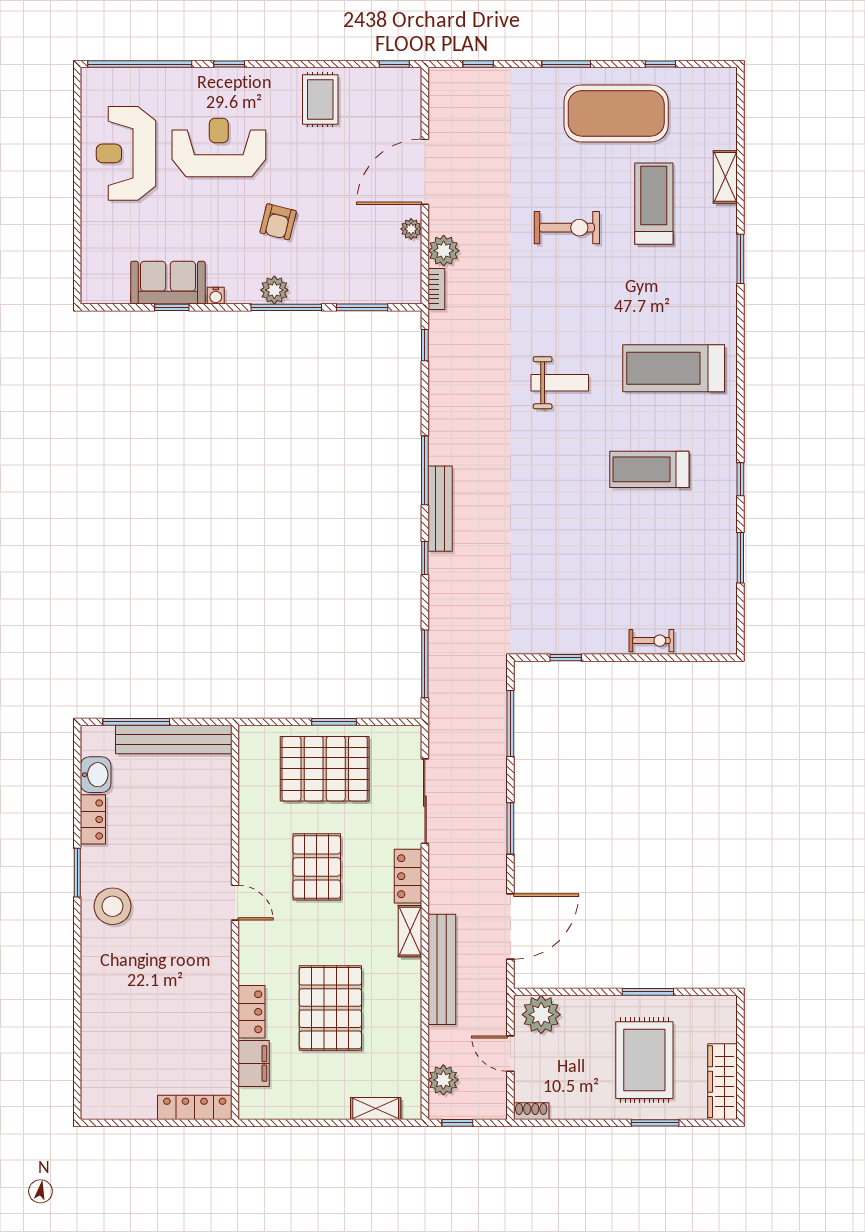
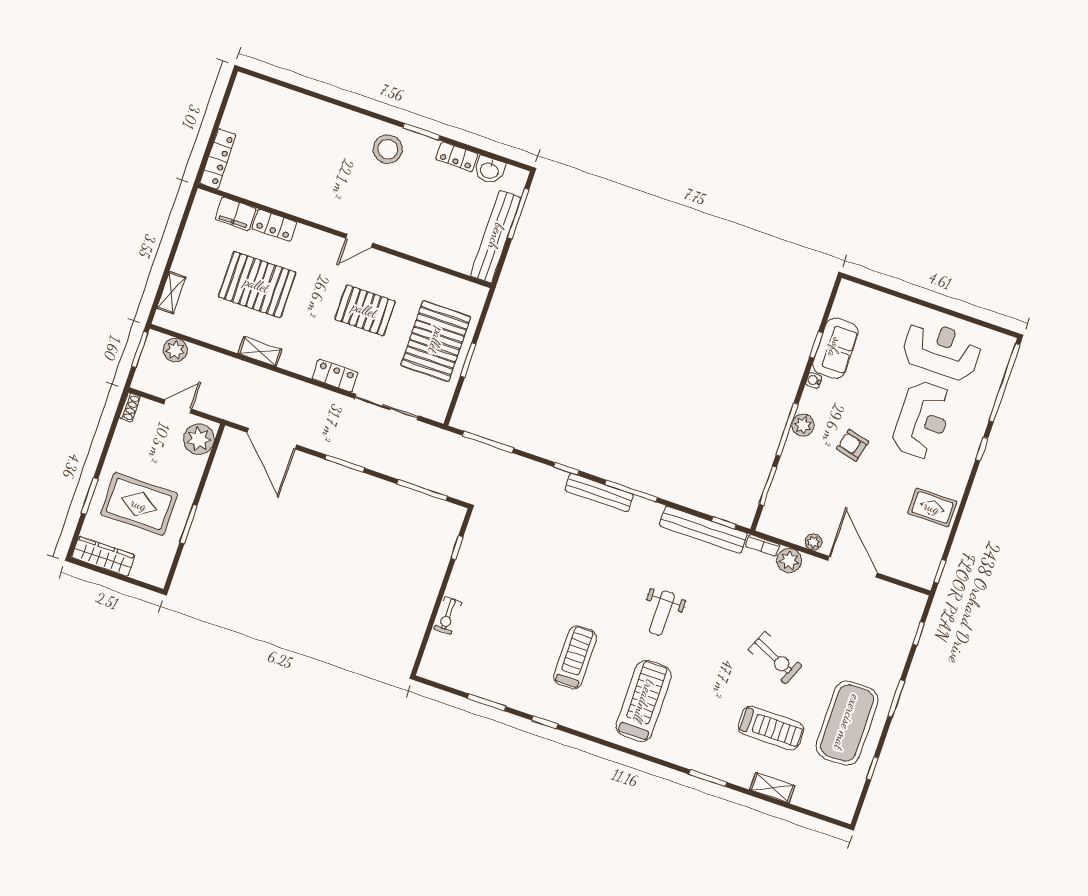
exercise bike: (567, 228) -> (775, 658), turned -66
shelving: (410, 931) -> (260, 352), moved
bench: (442, 969) -> (703, 530), moved
window: (457, 1123) -> (140, 349), width x1.50

